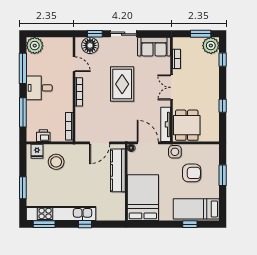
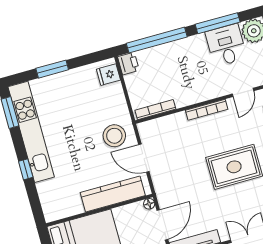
desk: (39, 88) -> (226, 45), moved
window: (23, 112) -> (157, 40), width x1.46
printer: (43, 136) -> (128, 63), moved
stool: (56, 162) -> (114, 136), moved

